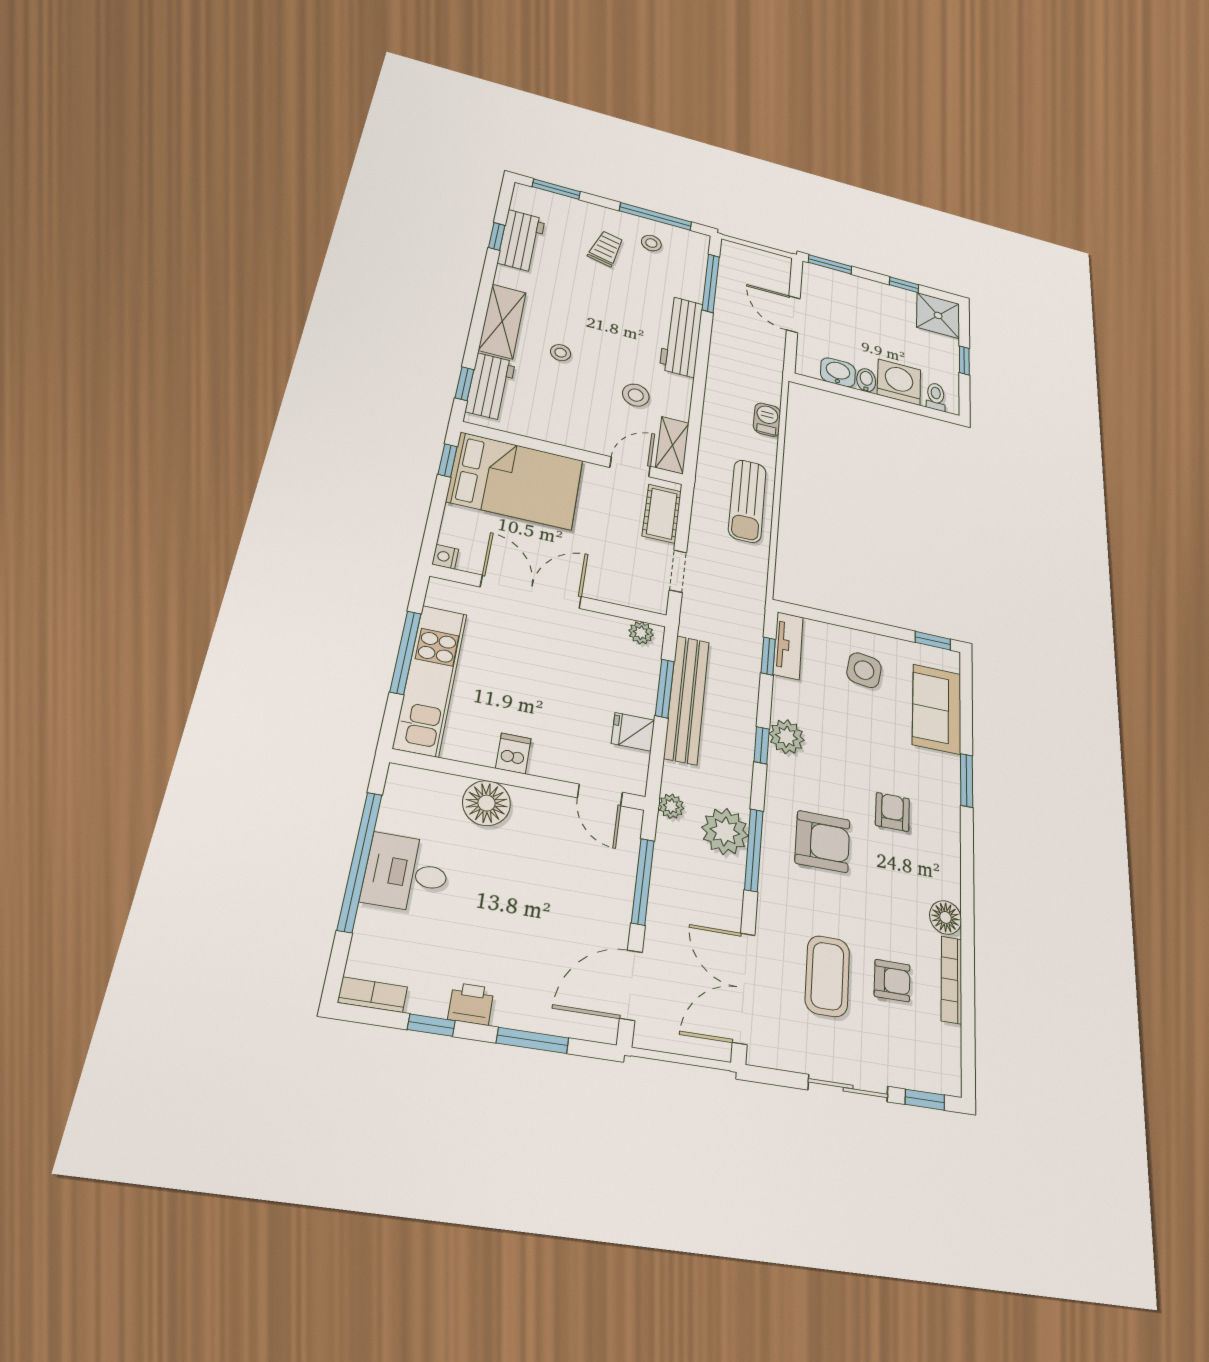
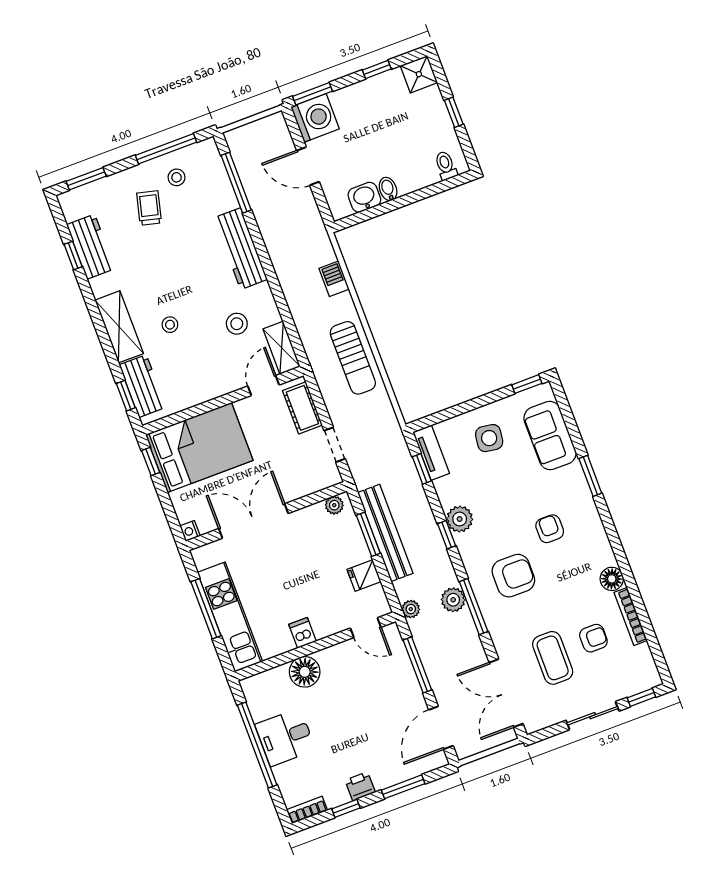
shower: (938, 315) -> (419, 74), width x0.73, depth x0.73
washing machine: (899, 382) -> (315, 118), moved, turned 90
plant: (725, 831) -> (453, 600), width x0.73, depth x0.73

